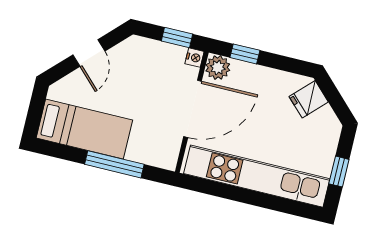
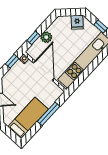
plant: (218, 68) -> (46, 37), moved
fridge: (309, 99) -> (77, 22), moved

